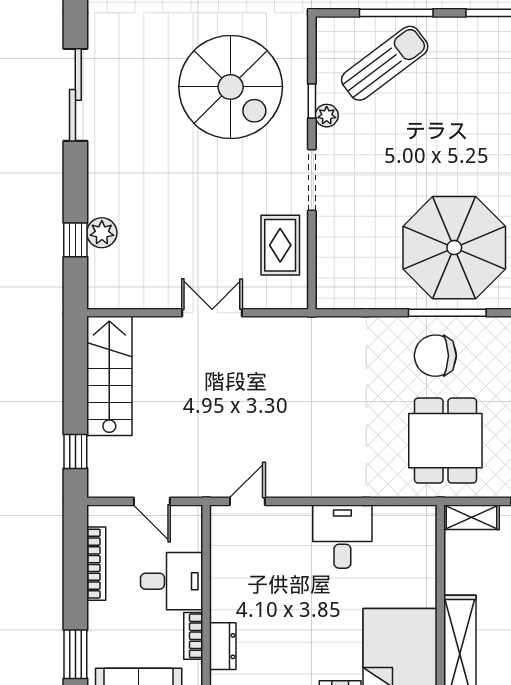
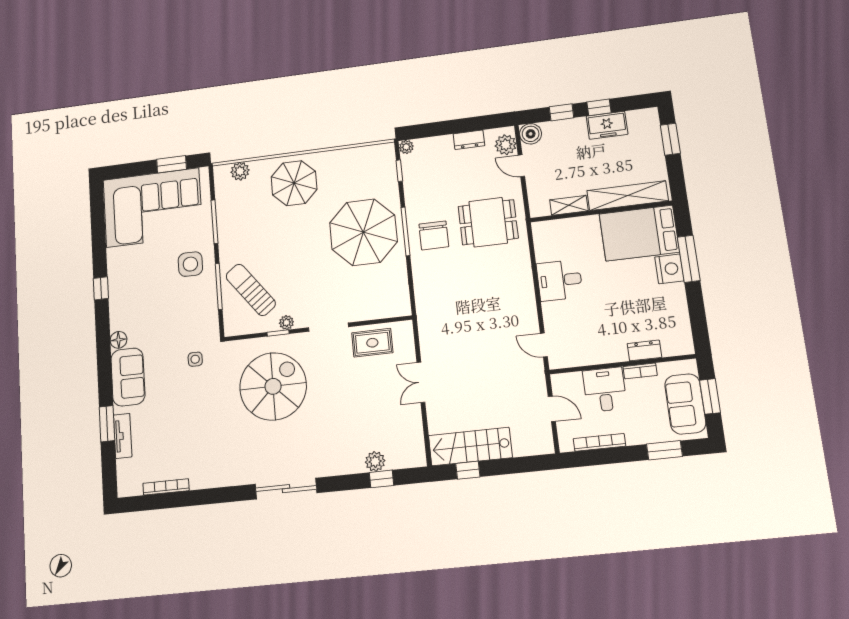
window: (75, 452) -> (468, 470), moved
door: (152, 501) -> (552, 409), hinge flipped
shelving: (471, 517) -> (569, 205), moved, turned 90

